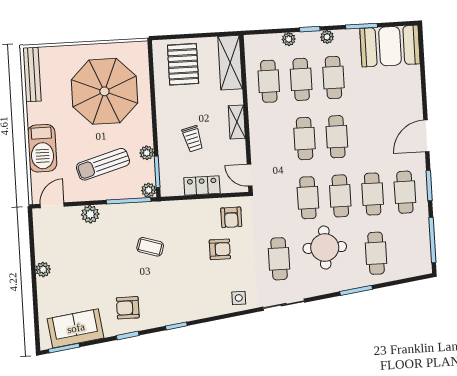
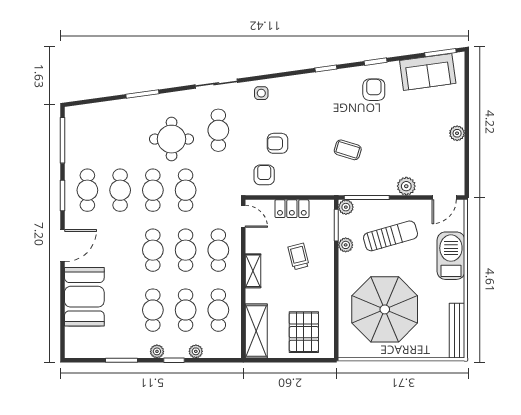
booth: (390, 46) -> (84, 297), moved, turned 90
cafe table: (376, 253) -> (218, 250), moved
armchair: (128, 308) -> (374, 90), turned -90

